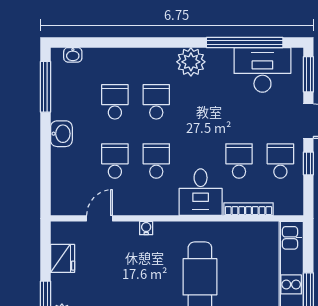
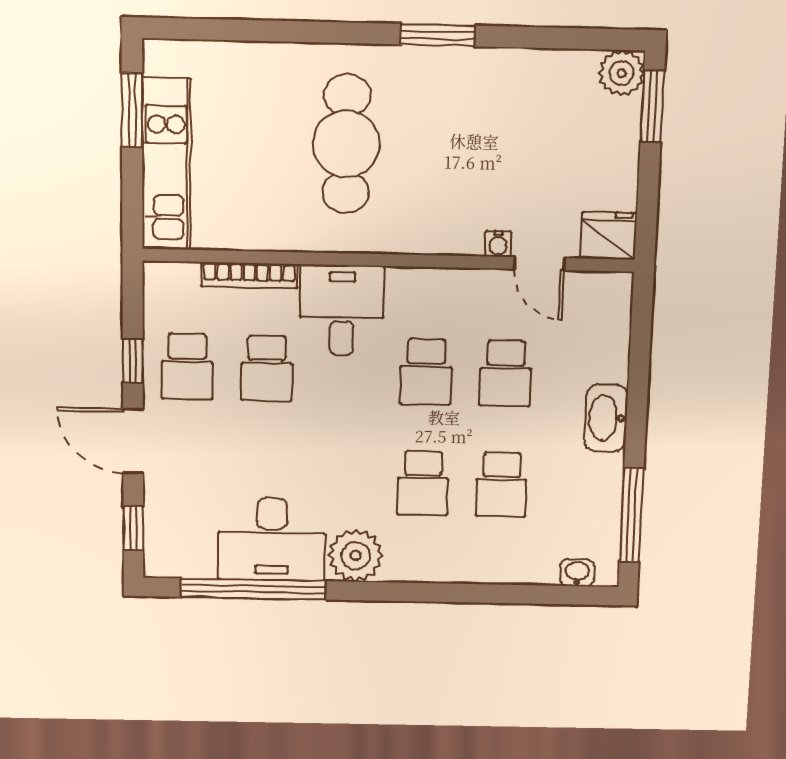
desk: (262, 70) -> (272, 539), moved
window: (308, 74) -> (133, 528), width x0.67
washbasin: (61, 134) -> (606, 418), width x1.38
door: (100, 218) -> (539, 264), hinge flipped
water cooler: (146, 228) -> (498, 244), moved
fridge: (63, 258) -> (609, 236), moved, turned 90

